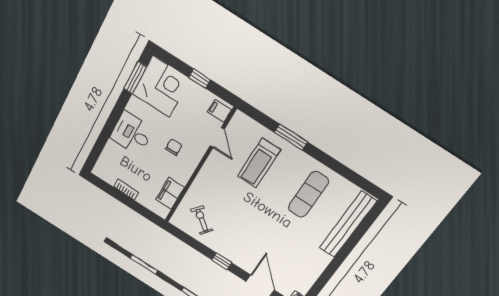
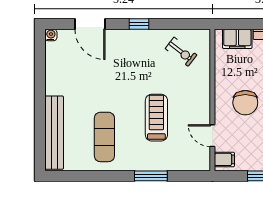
chair: (174, 147) -> (245, 103), width x1.87, depth x1.87
treadmill: (259, 163) -> (156, 118), moved
filing cabinet: (170, 194) -> (237, 39), moved, turned 90

